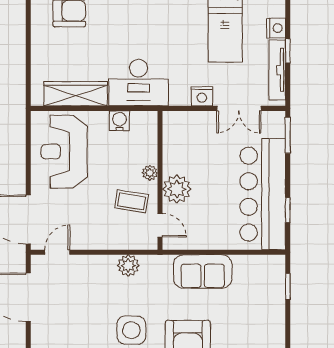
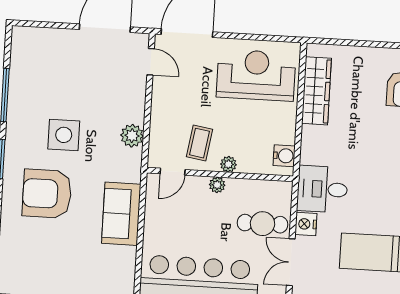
desk: (138, 83) -> (322, 189), moved, width x0.73
water cooler: (119, 121) -> (284, 156), moved
cafe table: (204, 137) -> (263, 224), added
plant: (177, 189) -> (217, 185), width x0.53, depth x0.53

